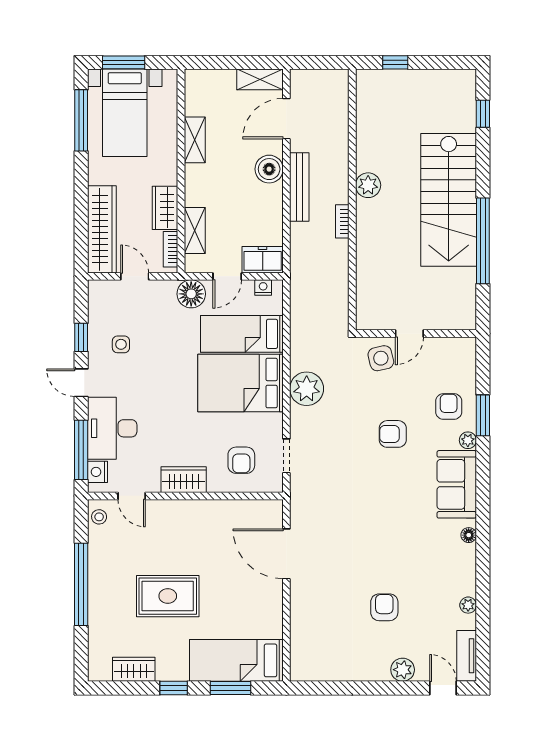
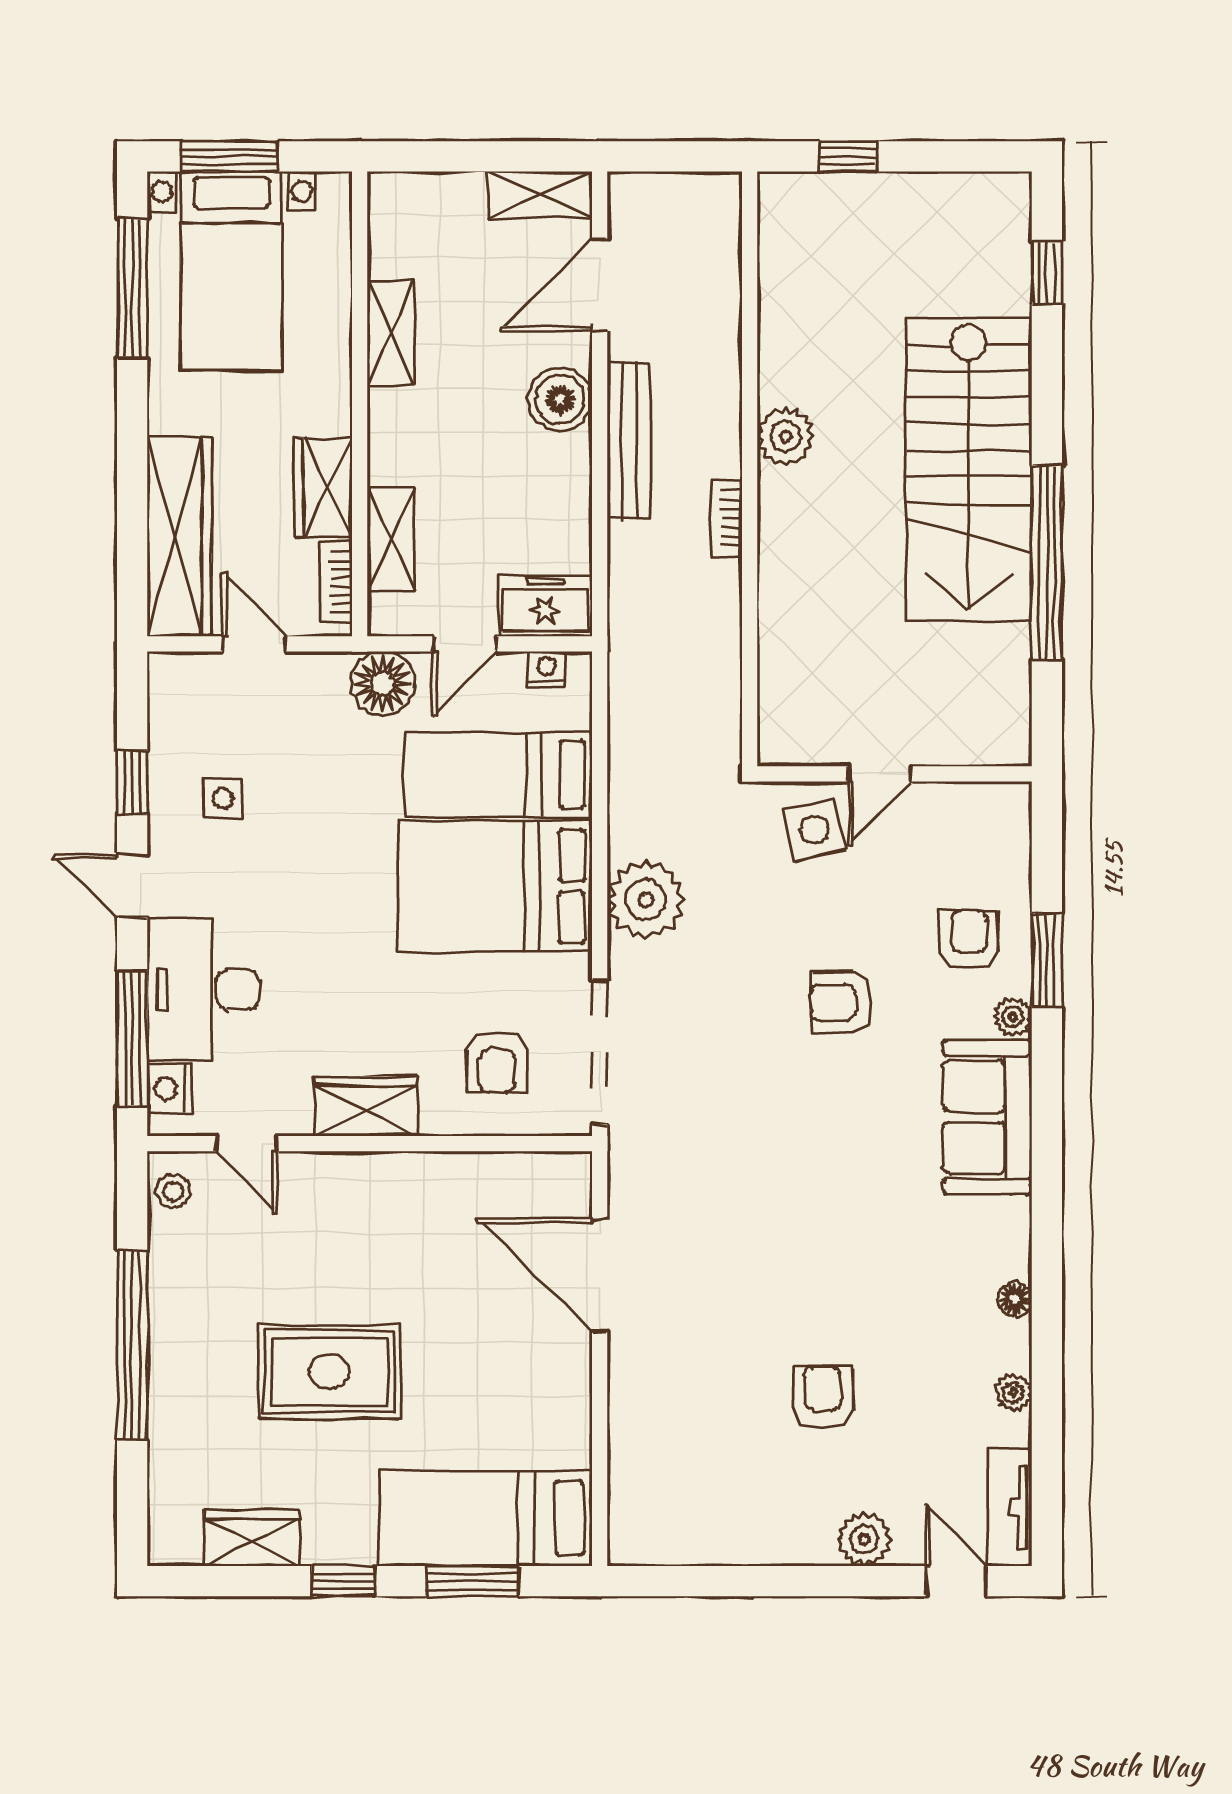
doorway: (286, 456) -> (600, 1052), width x1.88
floor lamp: (469, 535) -> (1015, 1299), moved

